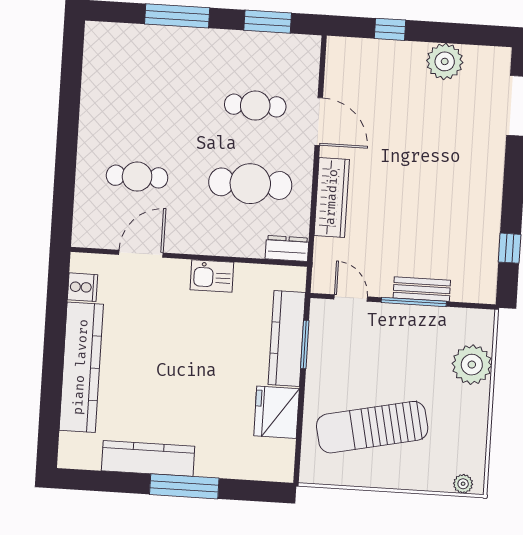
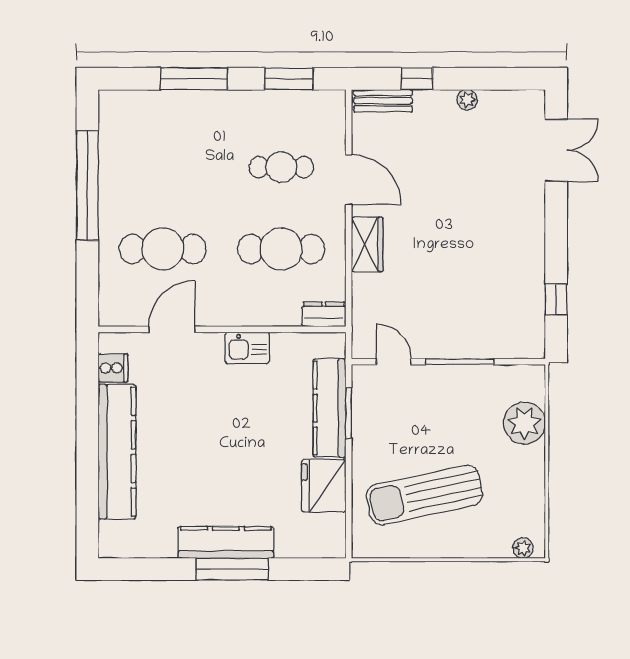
plant: (445, 61) -> (467, 100), width x0.53, depth x0.53
window: (69, 111) -> (87, 185), added
cafe table: (137, 177) -> (163, 249), width x1.37, depth x1.35
wardrobe: (332, 197) -> (367, 244), width x0.67
bench: (422, 289) -> (383, 101), moved
kitchen counter: (148, 458) -> (226, 542), moved

